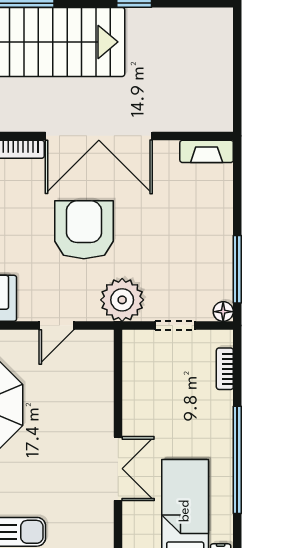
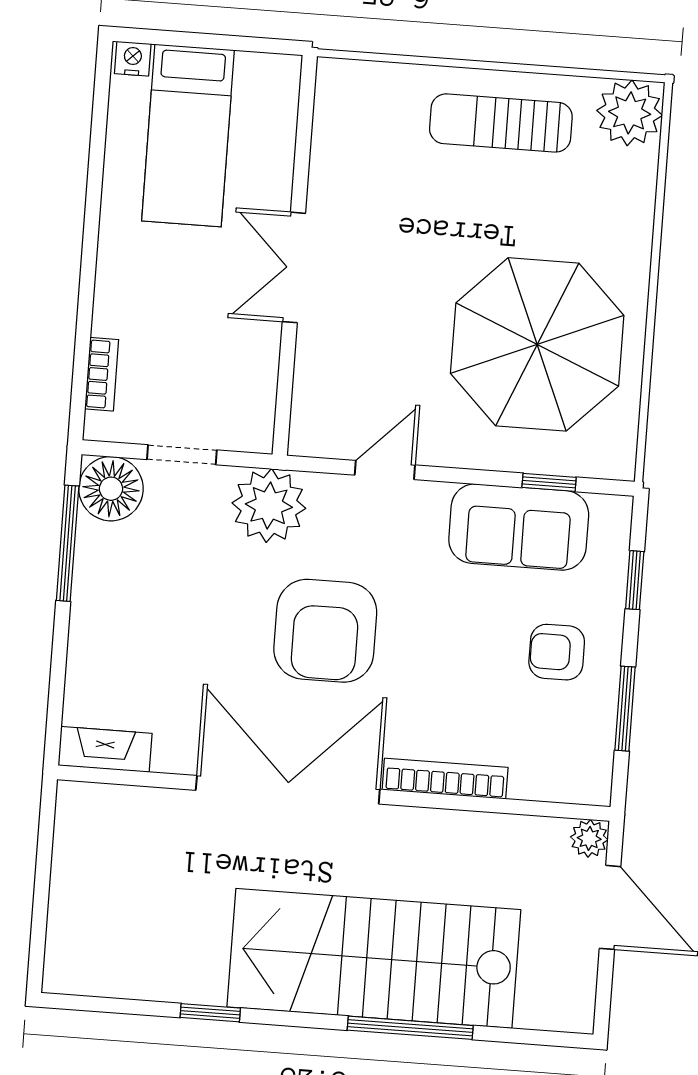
floor lamp: (223, 312) -> (111, 489), width x1.89, depth x1.89
window: (237, 460) -> (92, 216), removed
double door: (118, 469) -> (294, 267), moved

